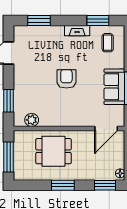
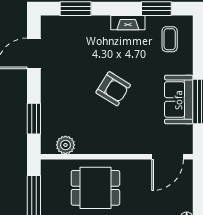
armchair: (66, 79) -> (113, 89), turned 122

